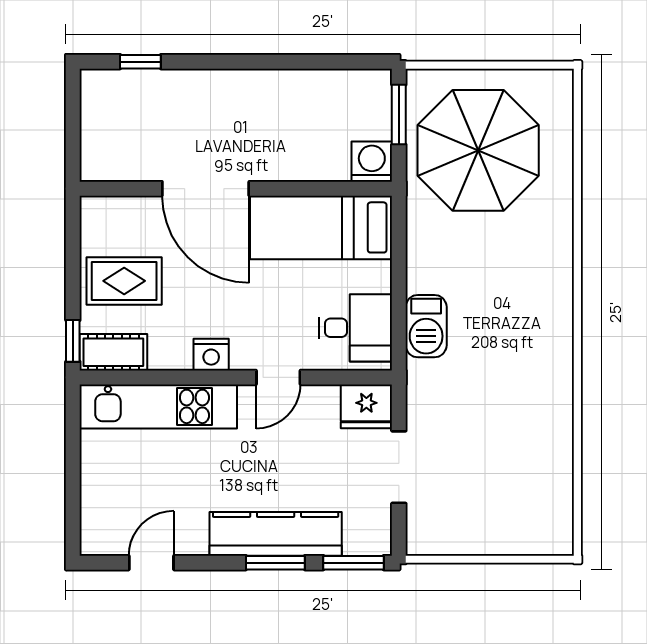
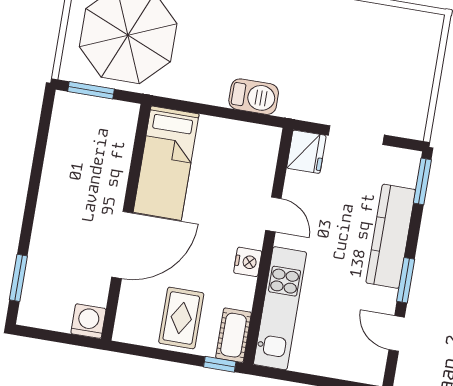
window: (140, 62) -> (18, 278), width x1.50
washing machine: (372, 162) -> (88, 321), moved, turned 90
desk: (356, 328) -> (246, 150), removed
window: (275, 563) -> (406, 280), moved

